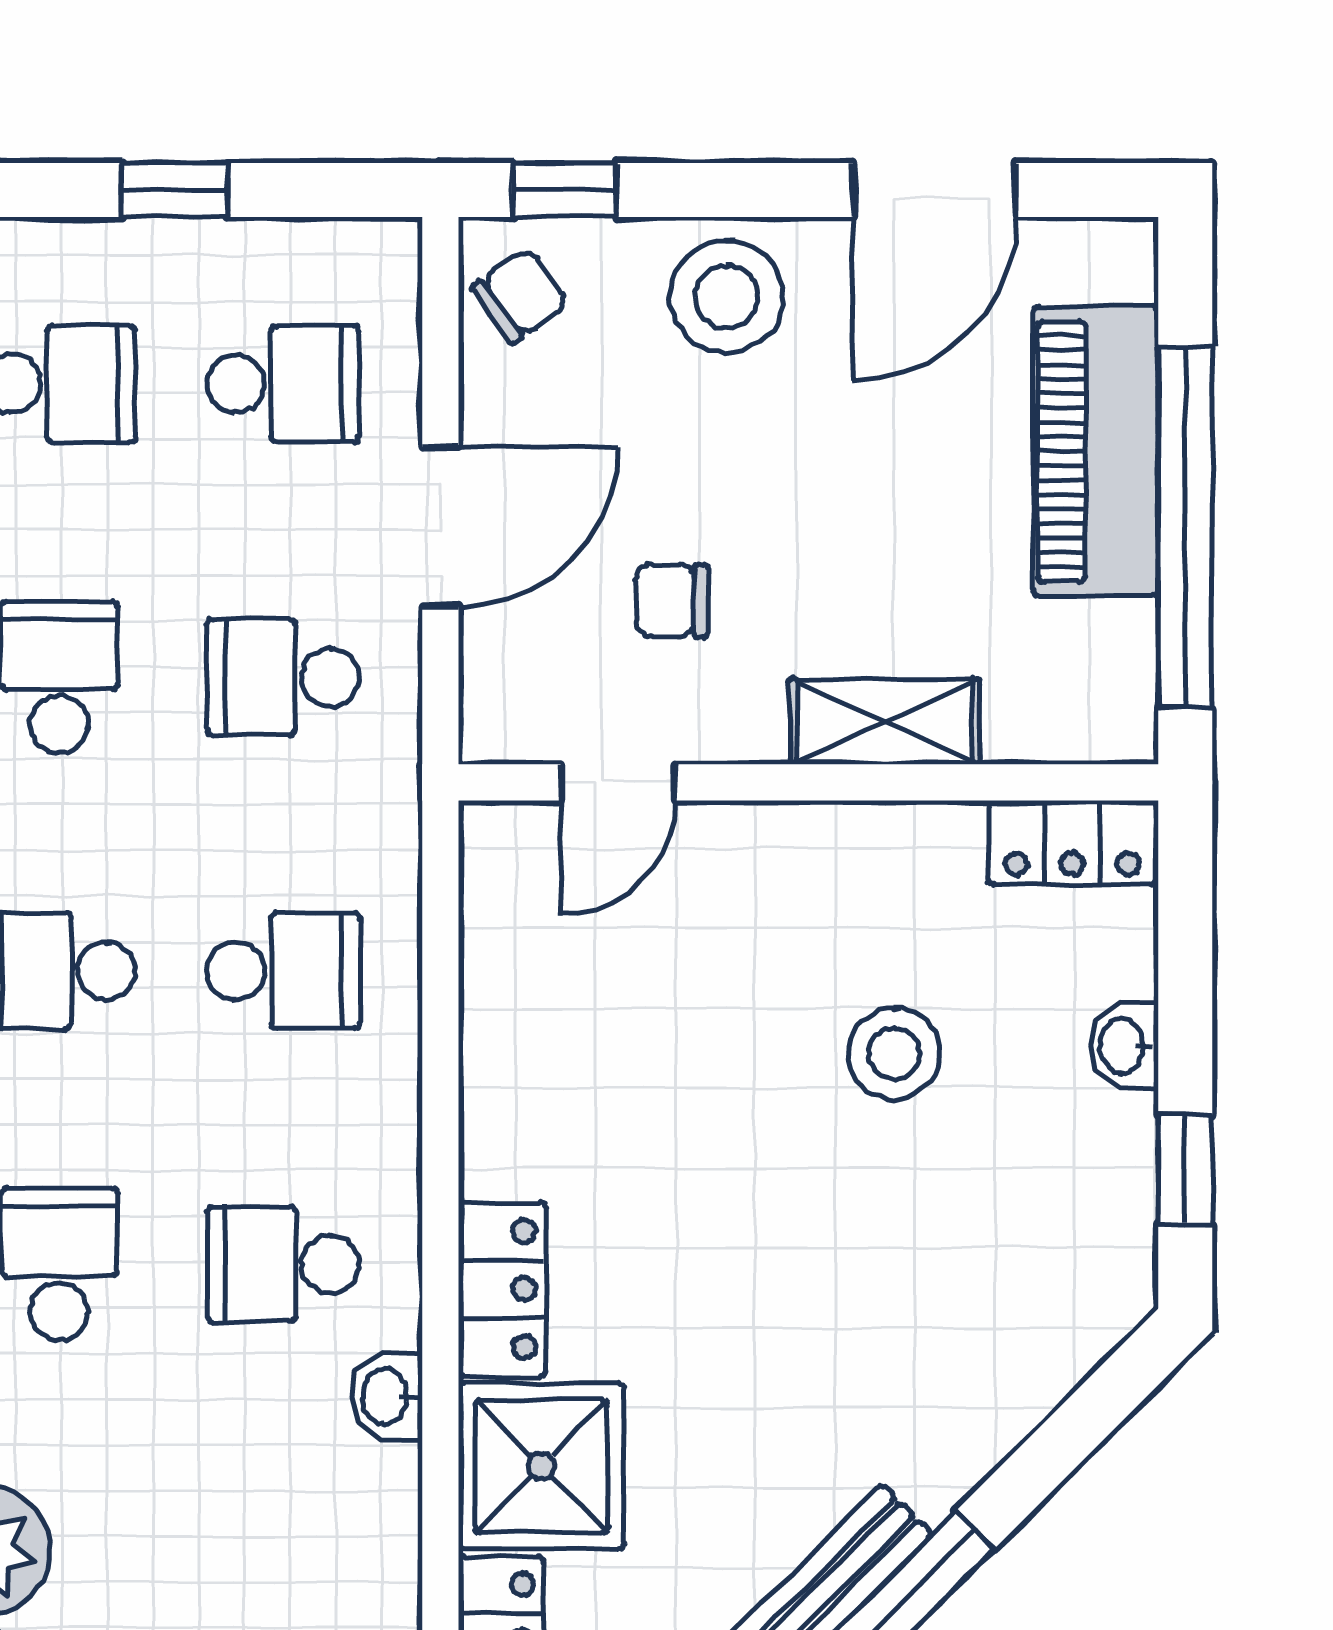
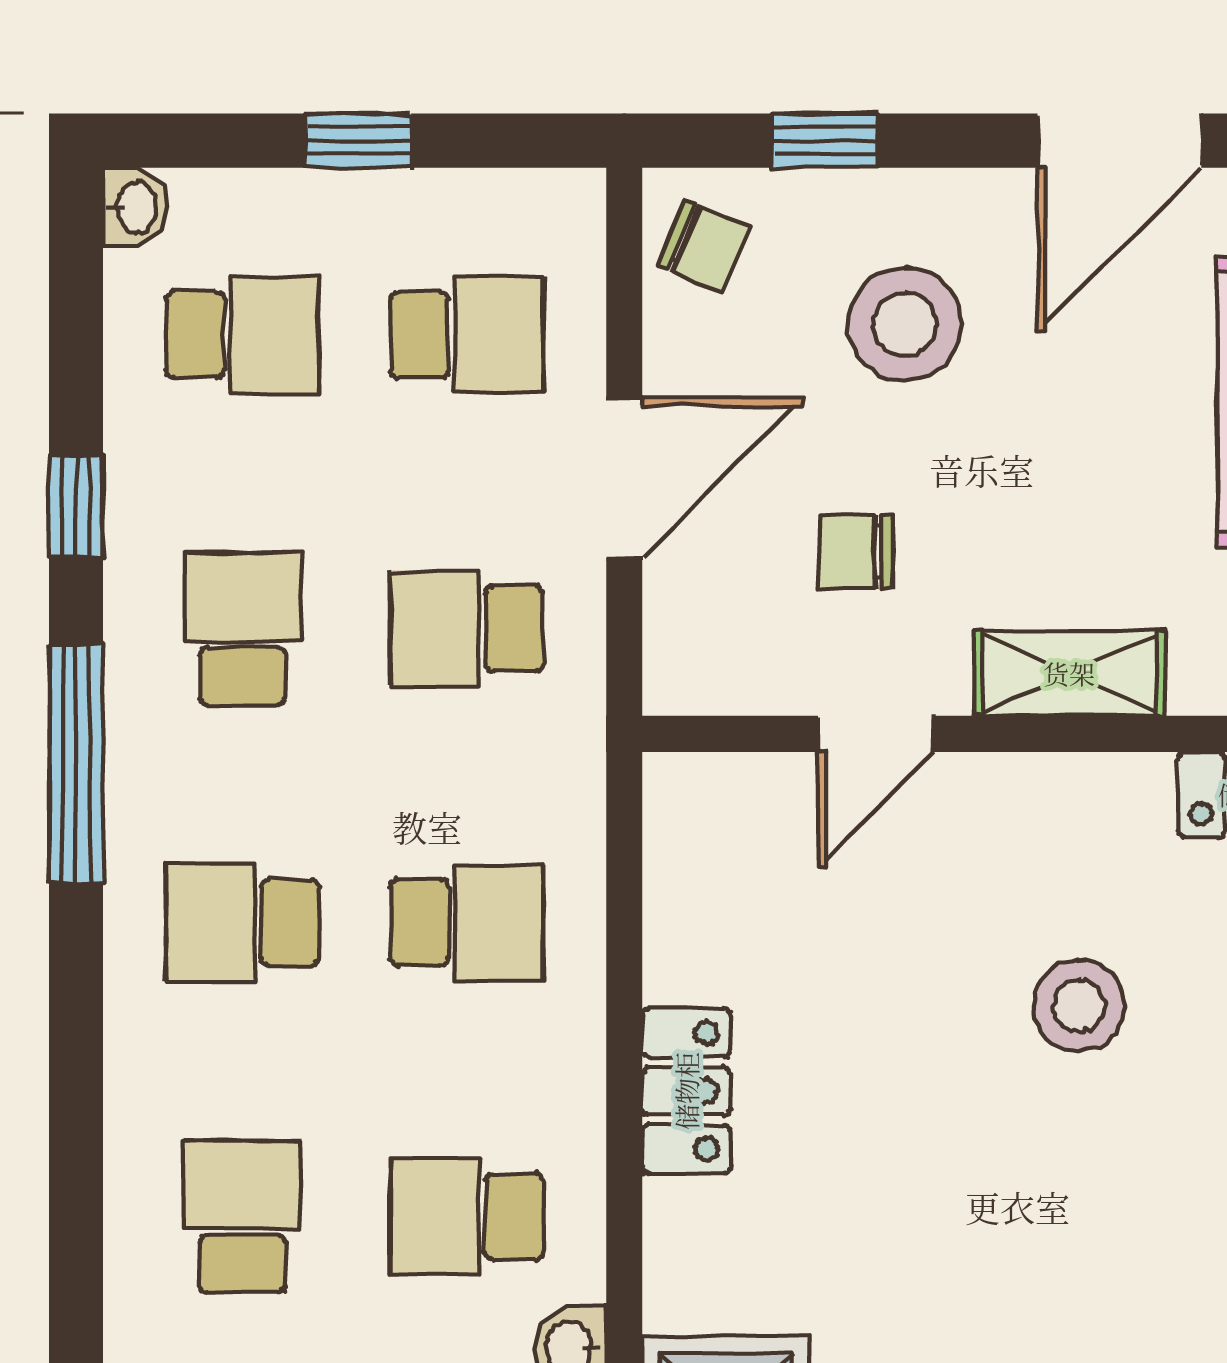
window: (564, 190) -> (825, 141), moved
chair: (520, 295) -> (704, 246), turned 59
stool: (727, 296) -> (905, 324), moved
door: (618, 782) -> (876, 734), moved
locker: (502, 1289) -> (686, 1091), moved

